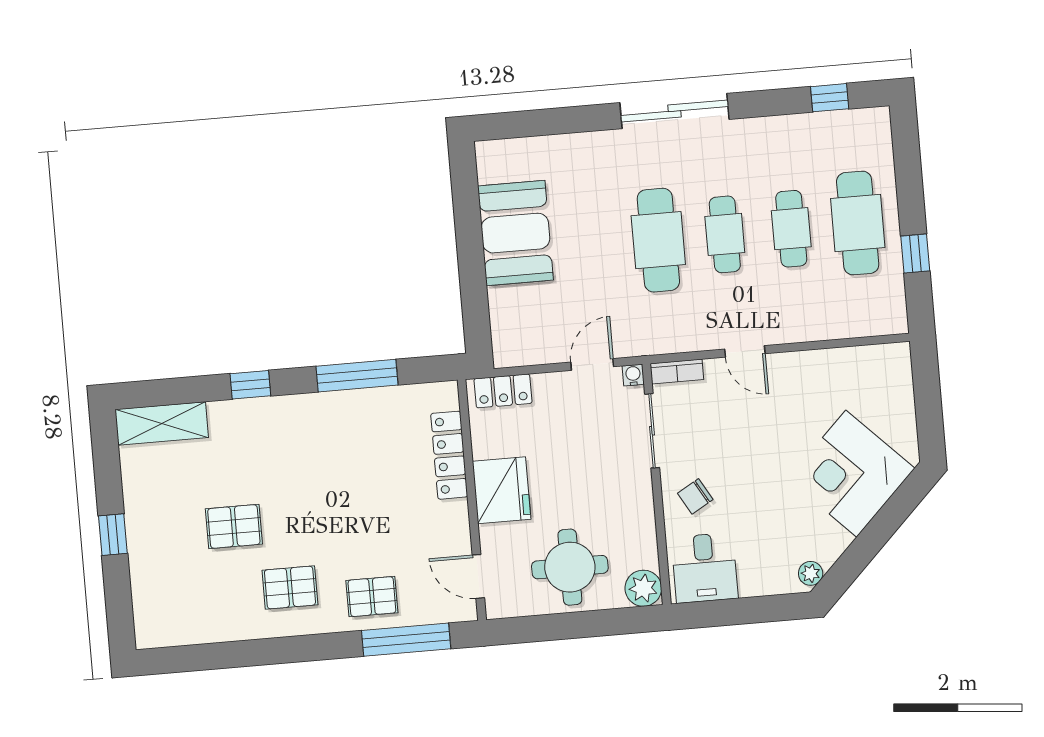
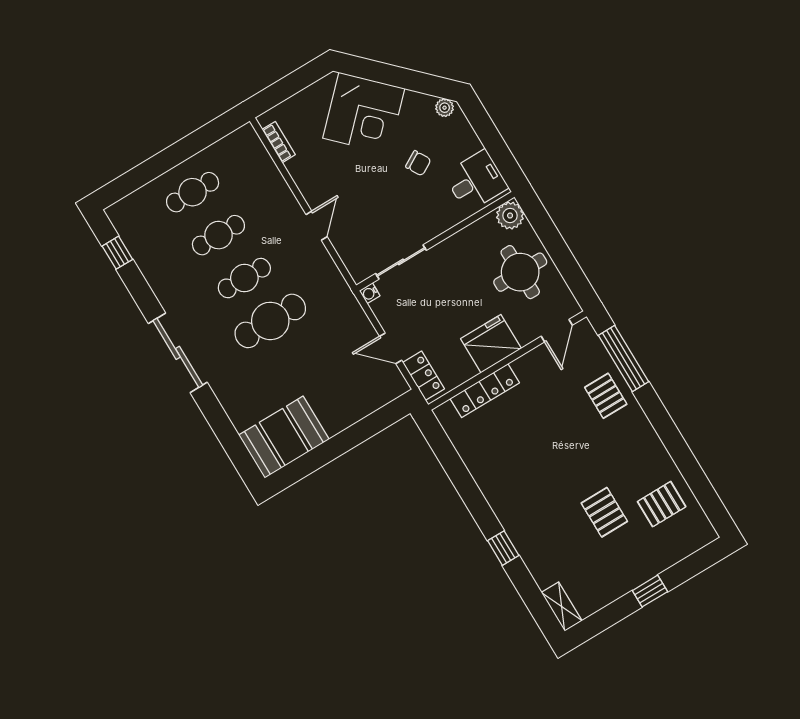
cafe table: (858, 223) -> (193, 192), width x0.73, depth x0.74
booth: (516, 233) -> (284, 437), moved
window: (915, 253) -> (194, 143), removed
door: (592, 364) -> (391, 348), moved
bookcase: (677, 372) -> (279, 142), moved
window: (357, 376) -> (462, 479), removed
shelving: (162, 423) -> (562, 607), width x0.67, depth x0.75
chair: (695, 496) -> (418, 163), moved
pallet: (290, 587) -> (662, 504), moved, turned 90

